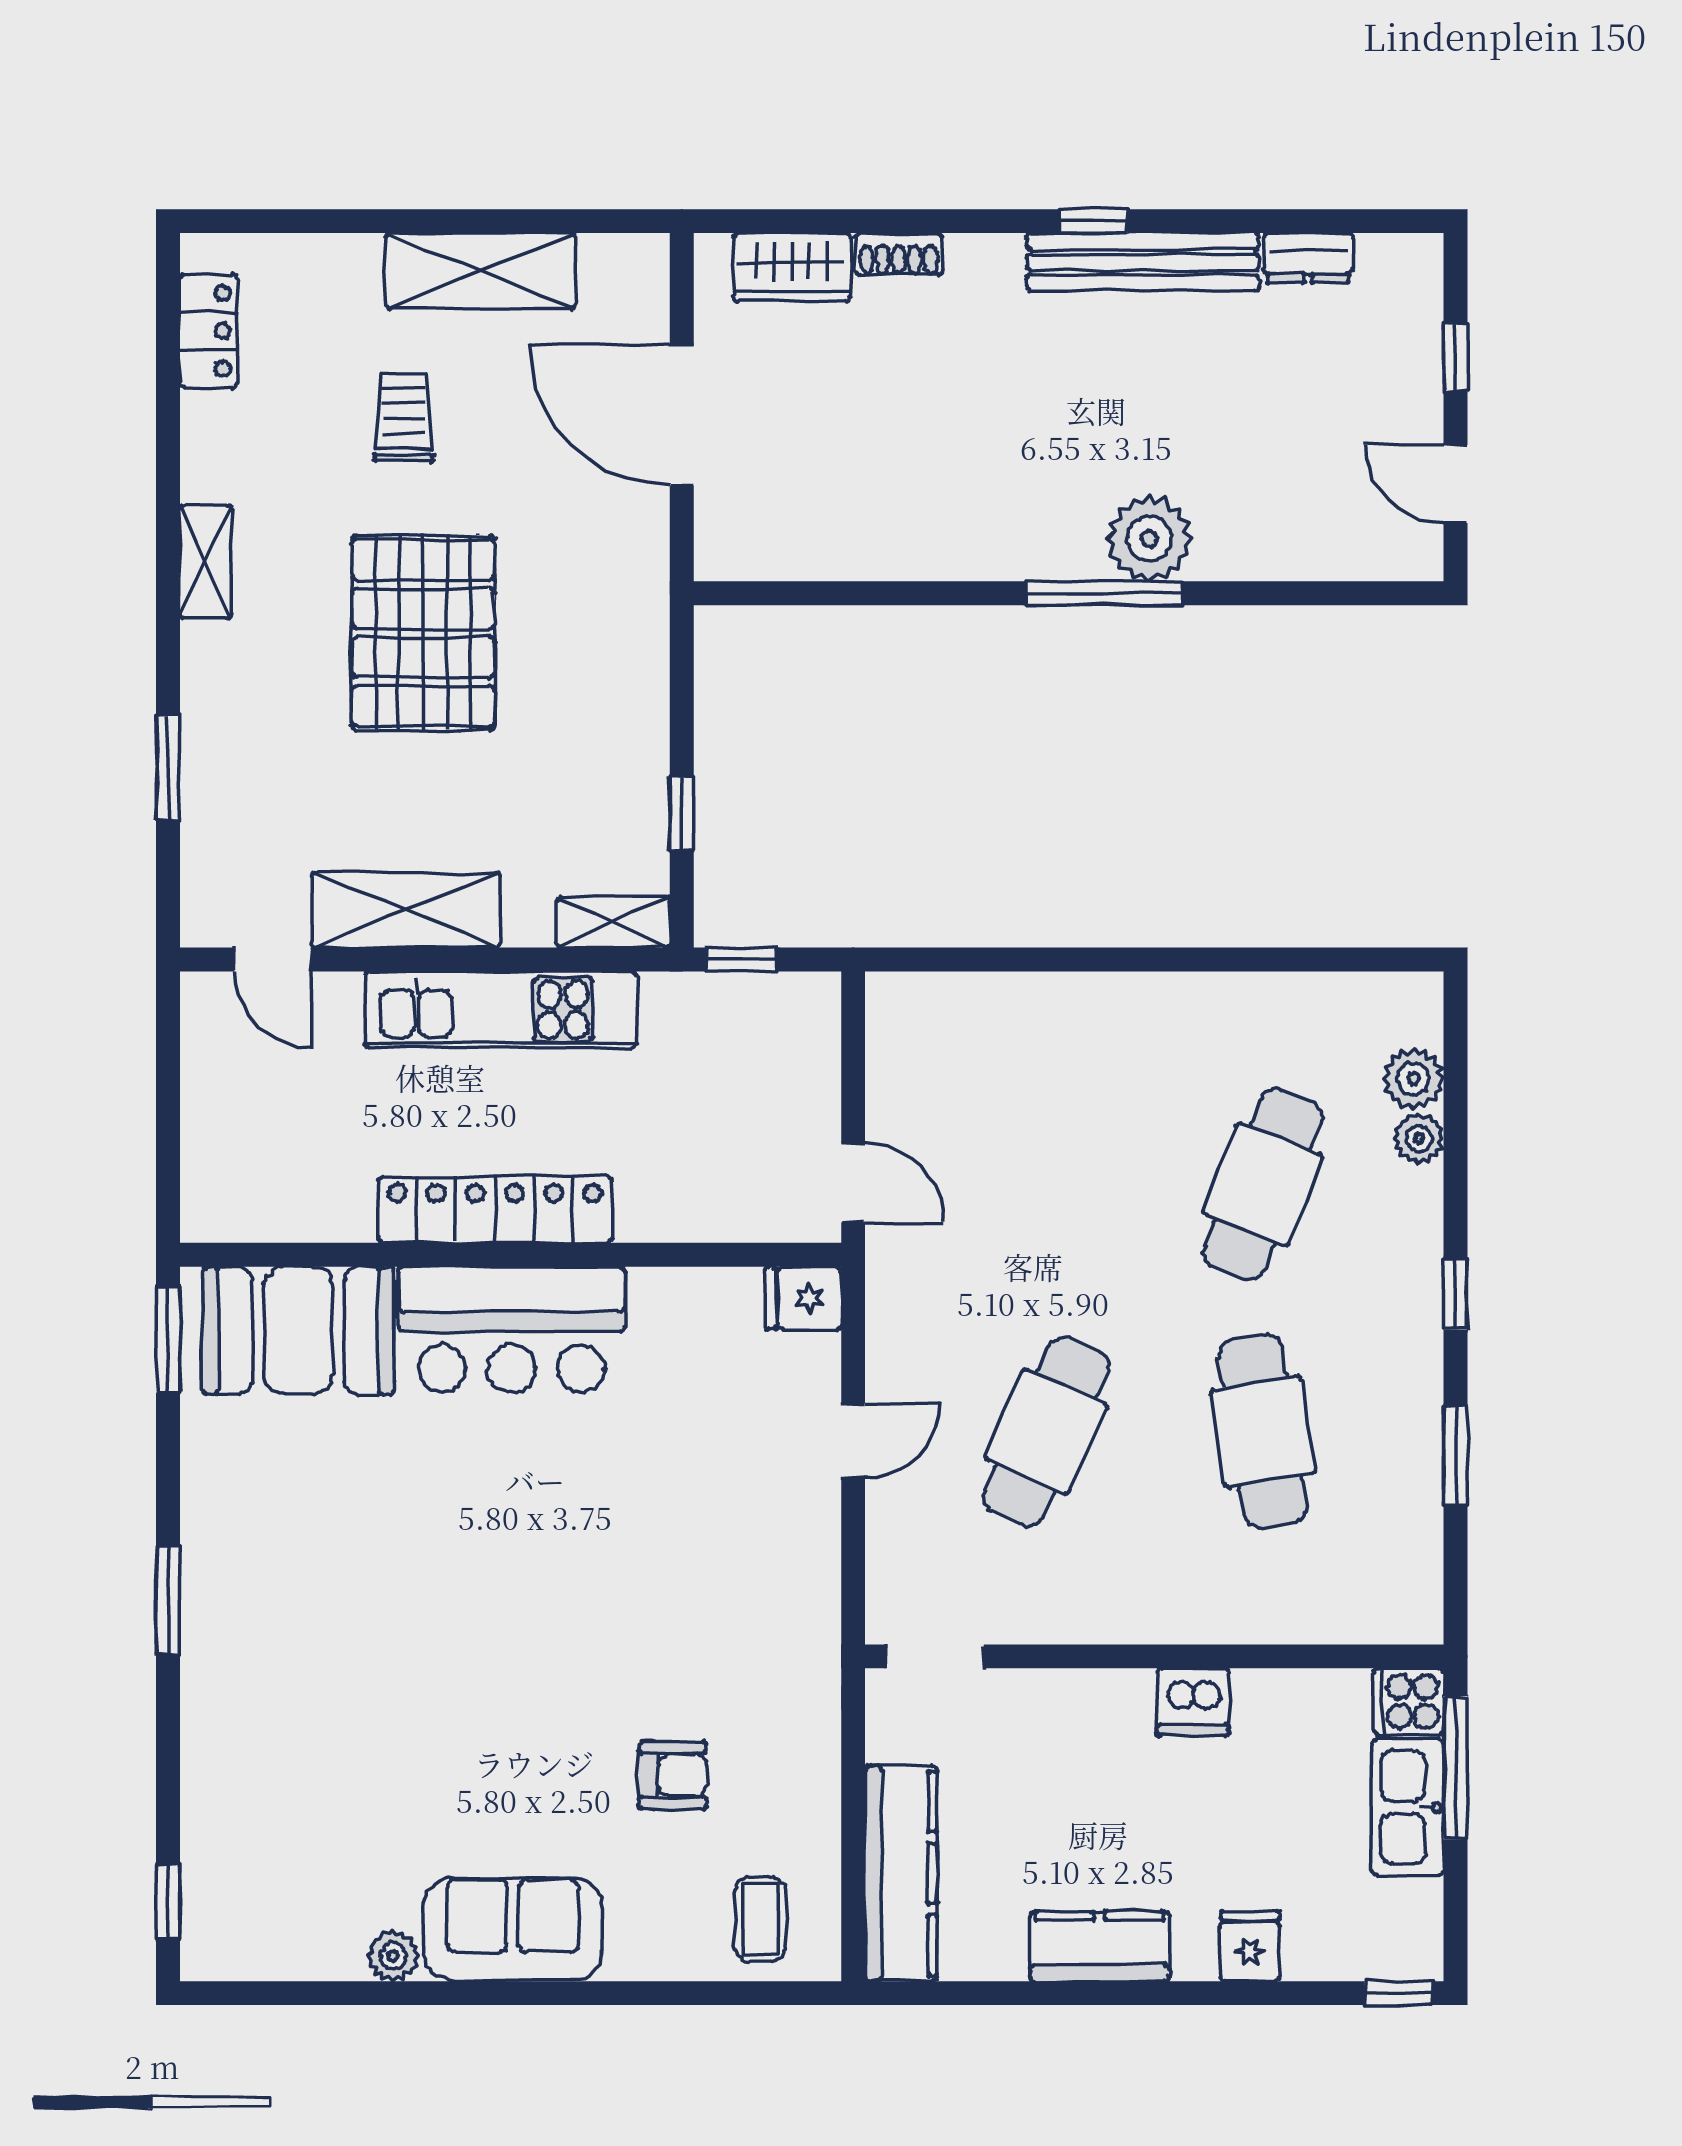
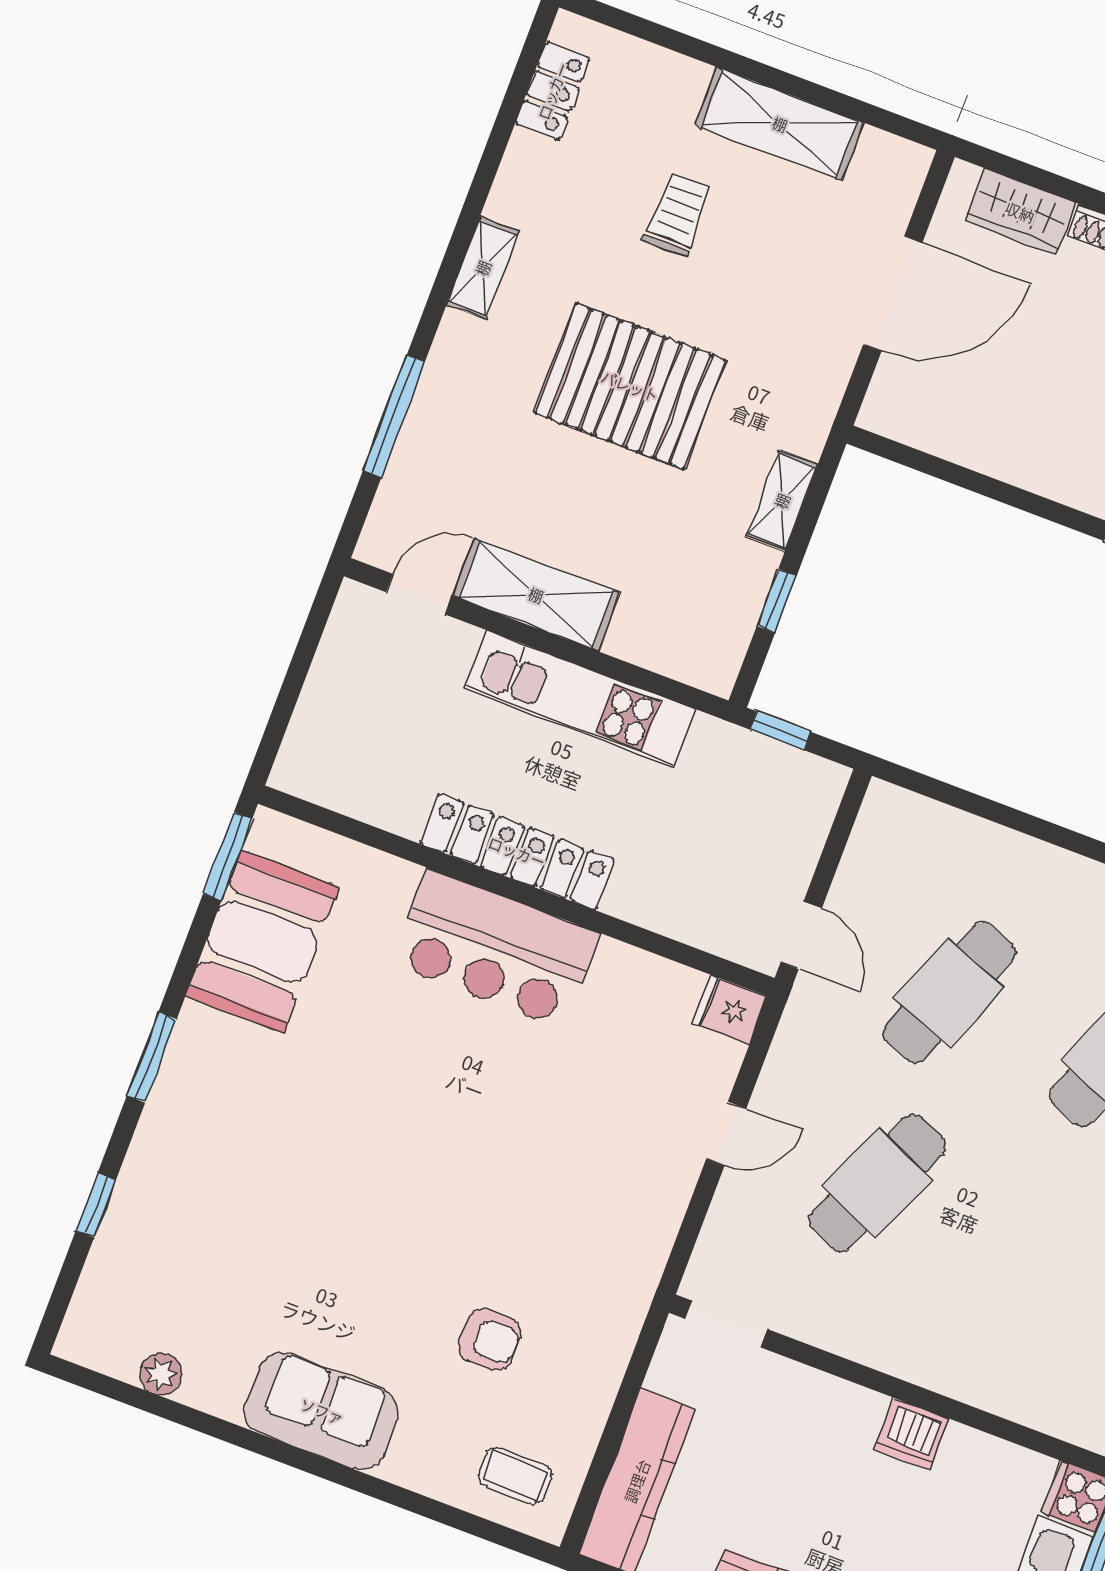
door: (682, 415) -> (893, 294), swing flipped
pallet: (423, 633) -> (630, 386), turned 90
window: (168, 768) -> (394, 416), width x1.44
shelving: (613, 922) -> (782, 501), moved, turned 90
door: (273, 959) -> (419, 594), swing flipped
booth: (298, 1331) -> (262, 941), moved, turned 90
cafe table: (1263, 1431) -> (949, 993), moved, turned 30
window: (168, 1901) -> (96, 1205), moved
coffee table: (760, 1919) -> (515, 1476), turned 90
plant: (393, 1956) -> (161, 1374), moved

